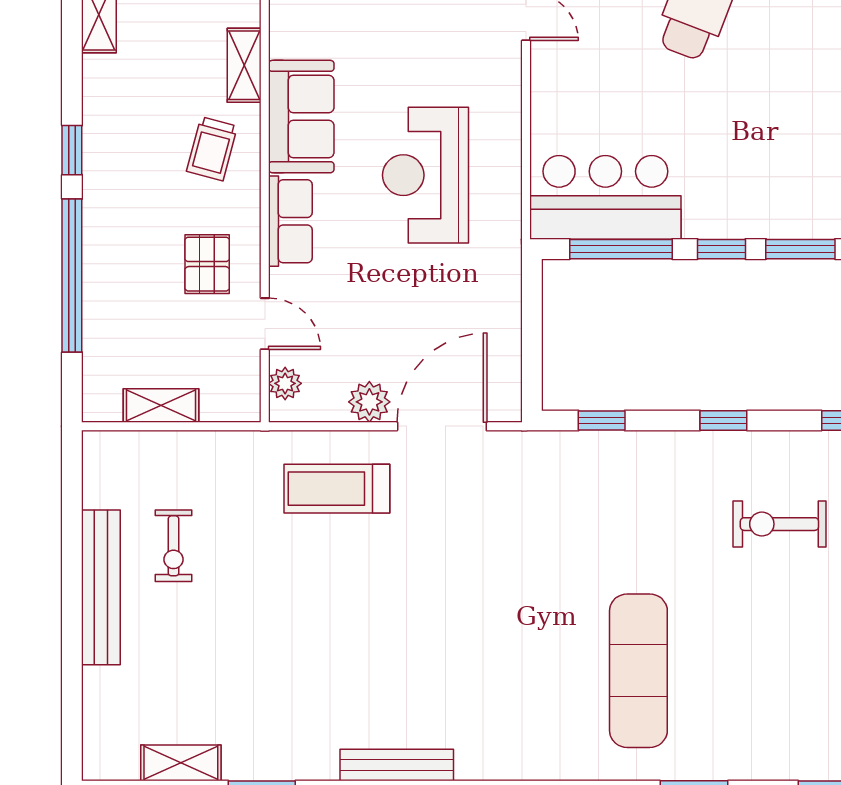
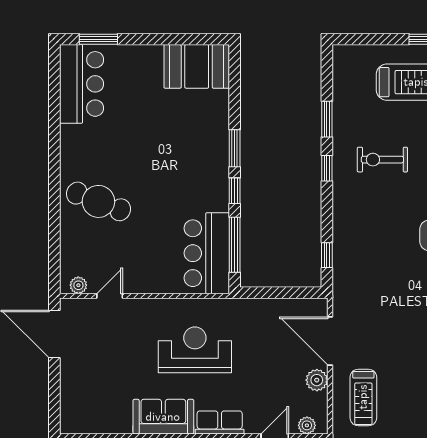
reception desk: (426, 175) -> (195, 350), turned 180
window: (723, 421) -> (327, 168), moved
exercise bike: (779, 524) -> (382, 160), turned 90

